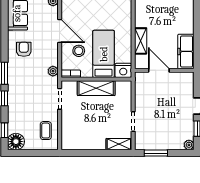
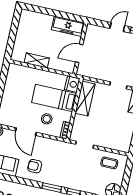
door: (60, 31) -> (26, 132), swing flipped
shelving: (141, 41) -> (37, 60), moved
plant: (53, 71) -> (59, 145), removed
shelving: (96, 88) -> (85, 99), moved

